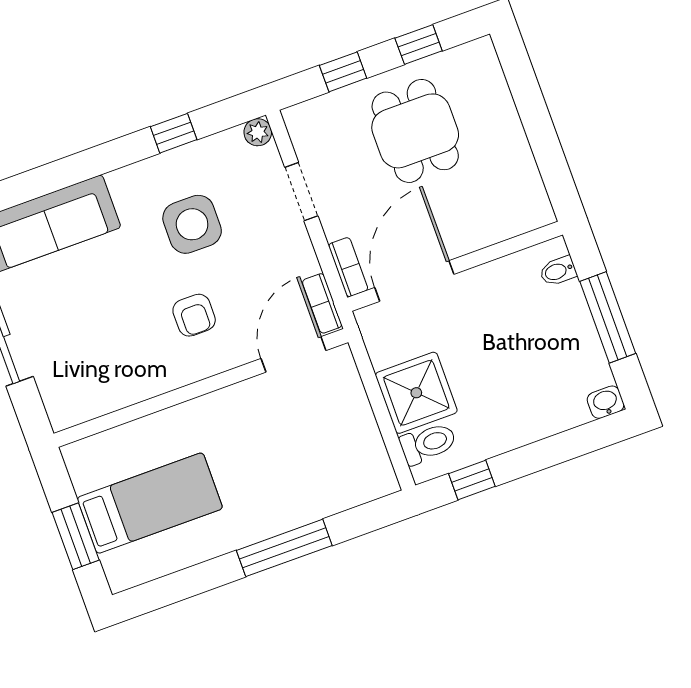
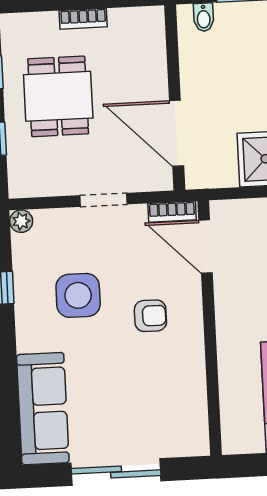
dining table: (415, 131) -> (58, 96), turned 90
doorway: (301, 192) -> (103, 200), moved
bookcase: (348, 267) -> (83, 19), moved, turned 180

